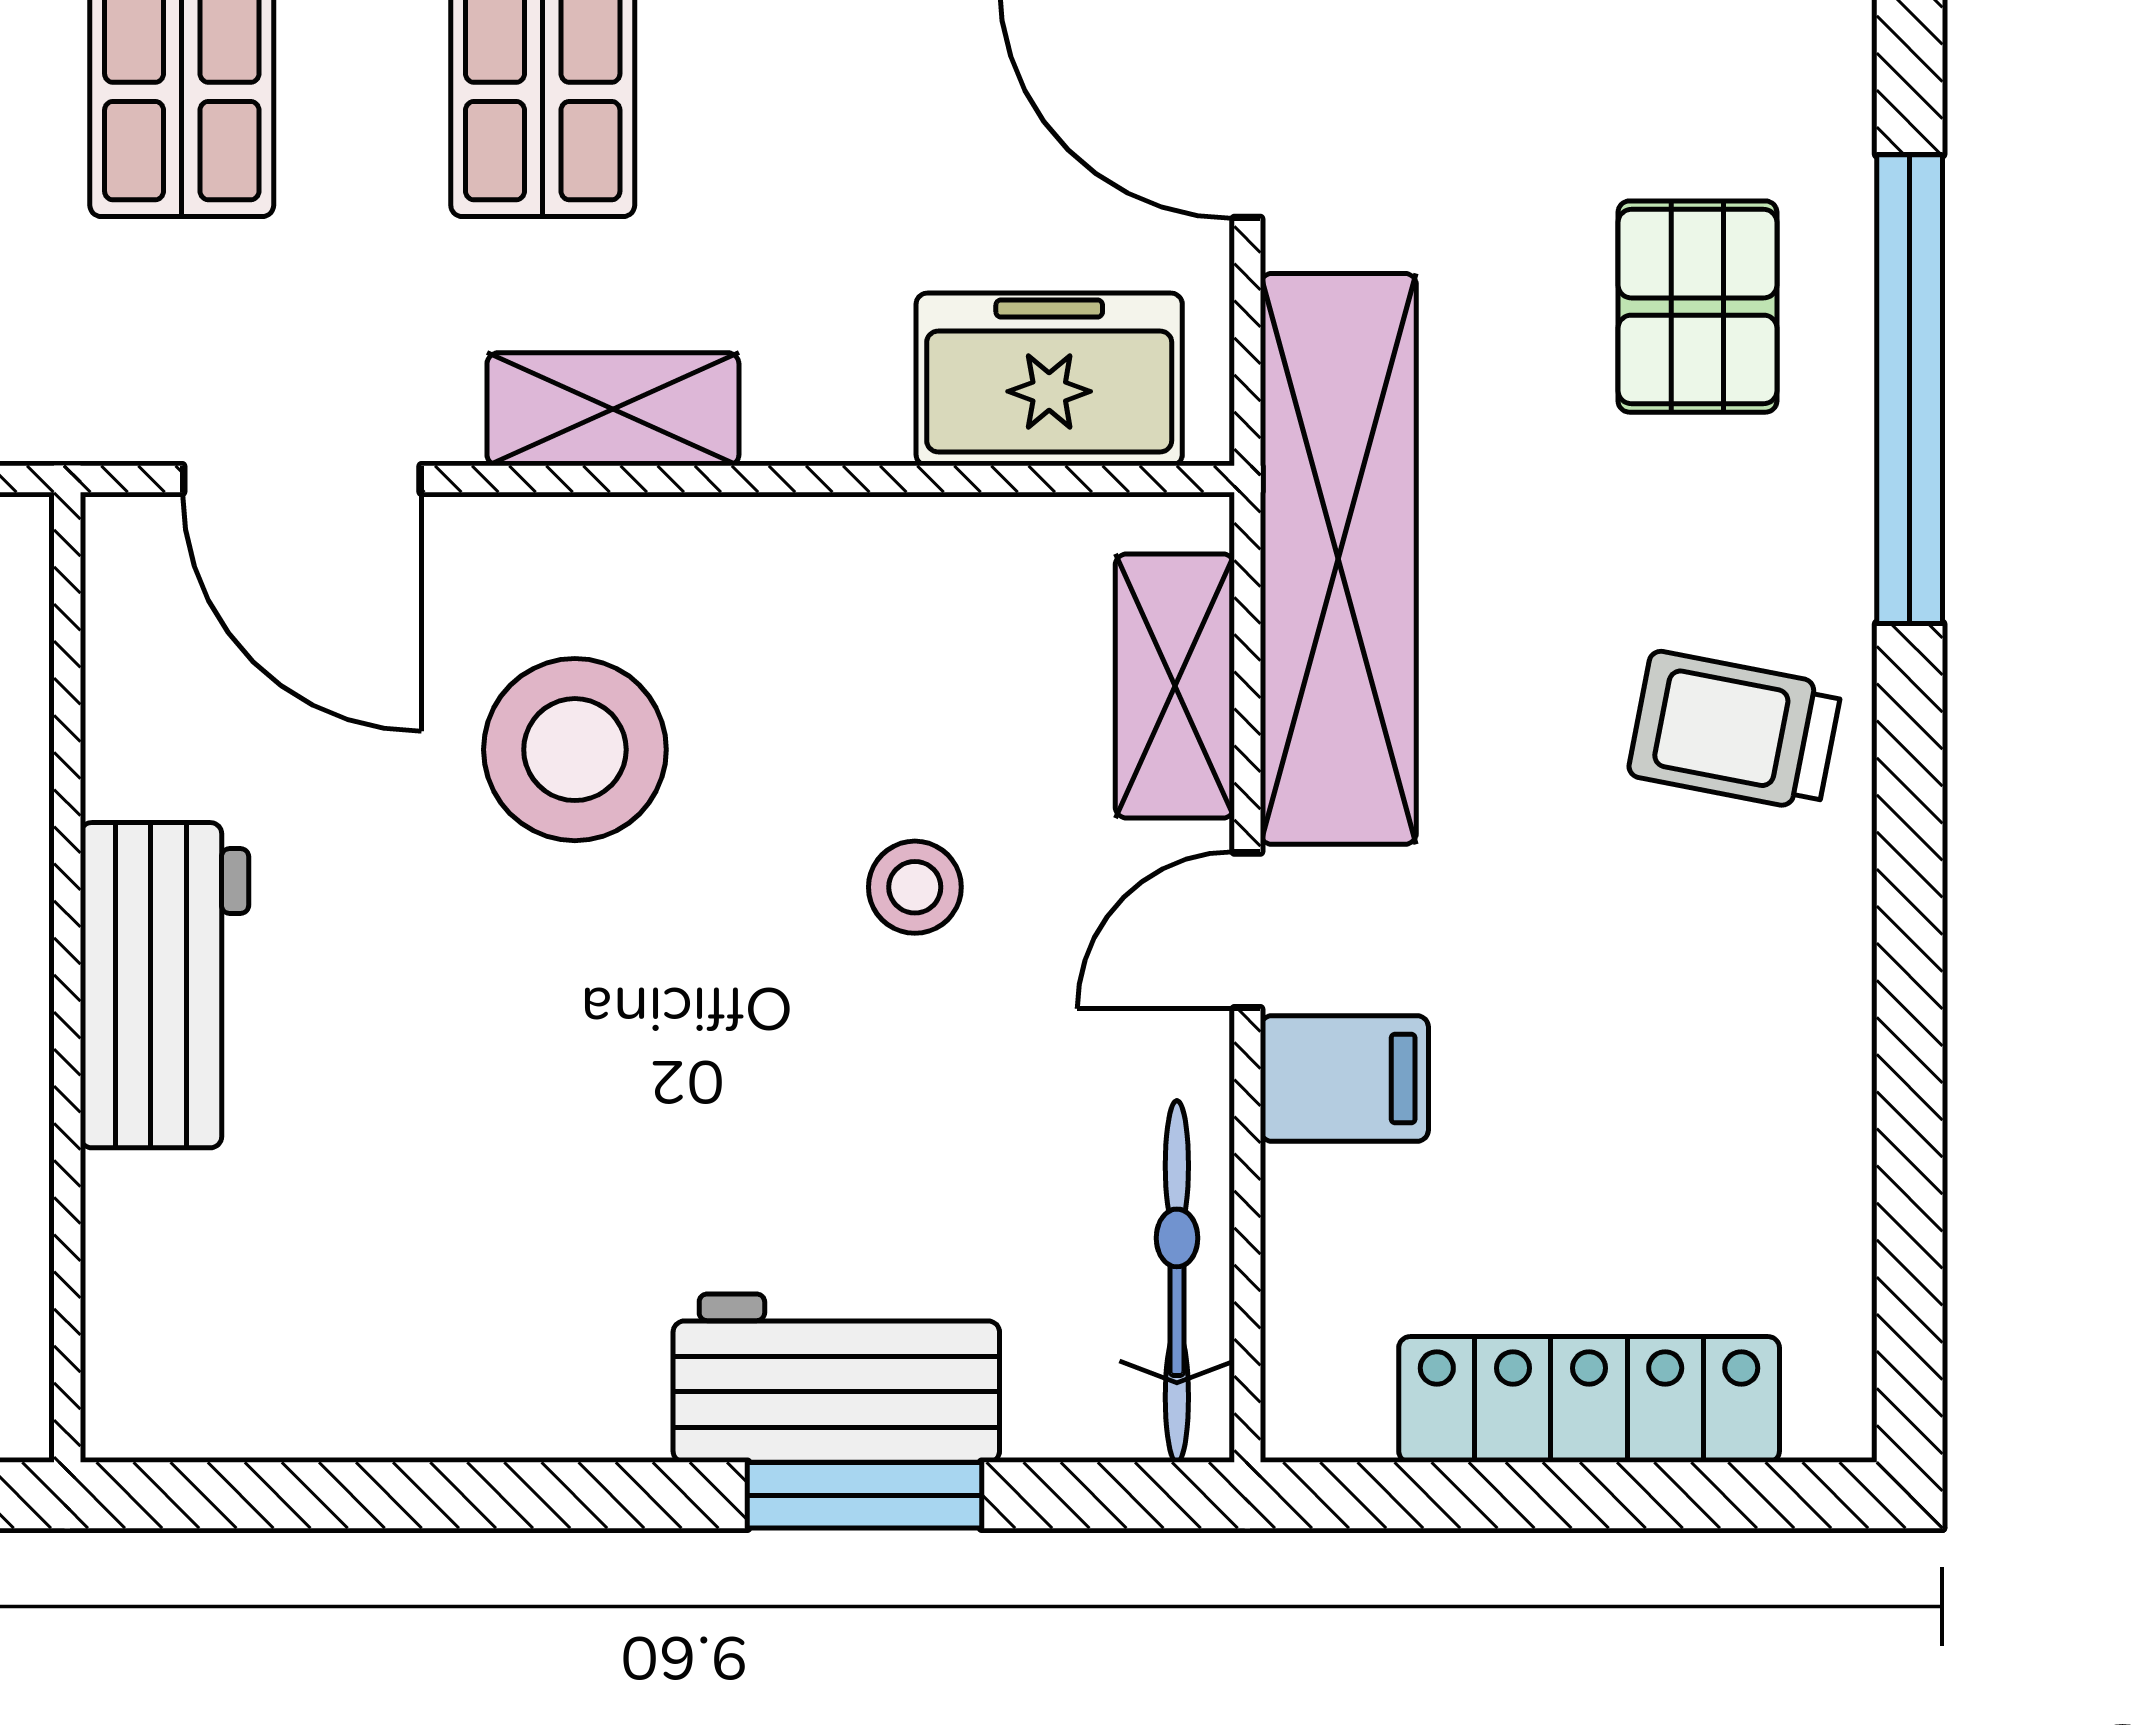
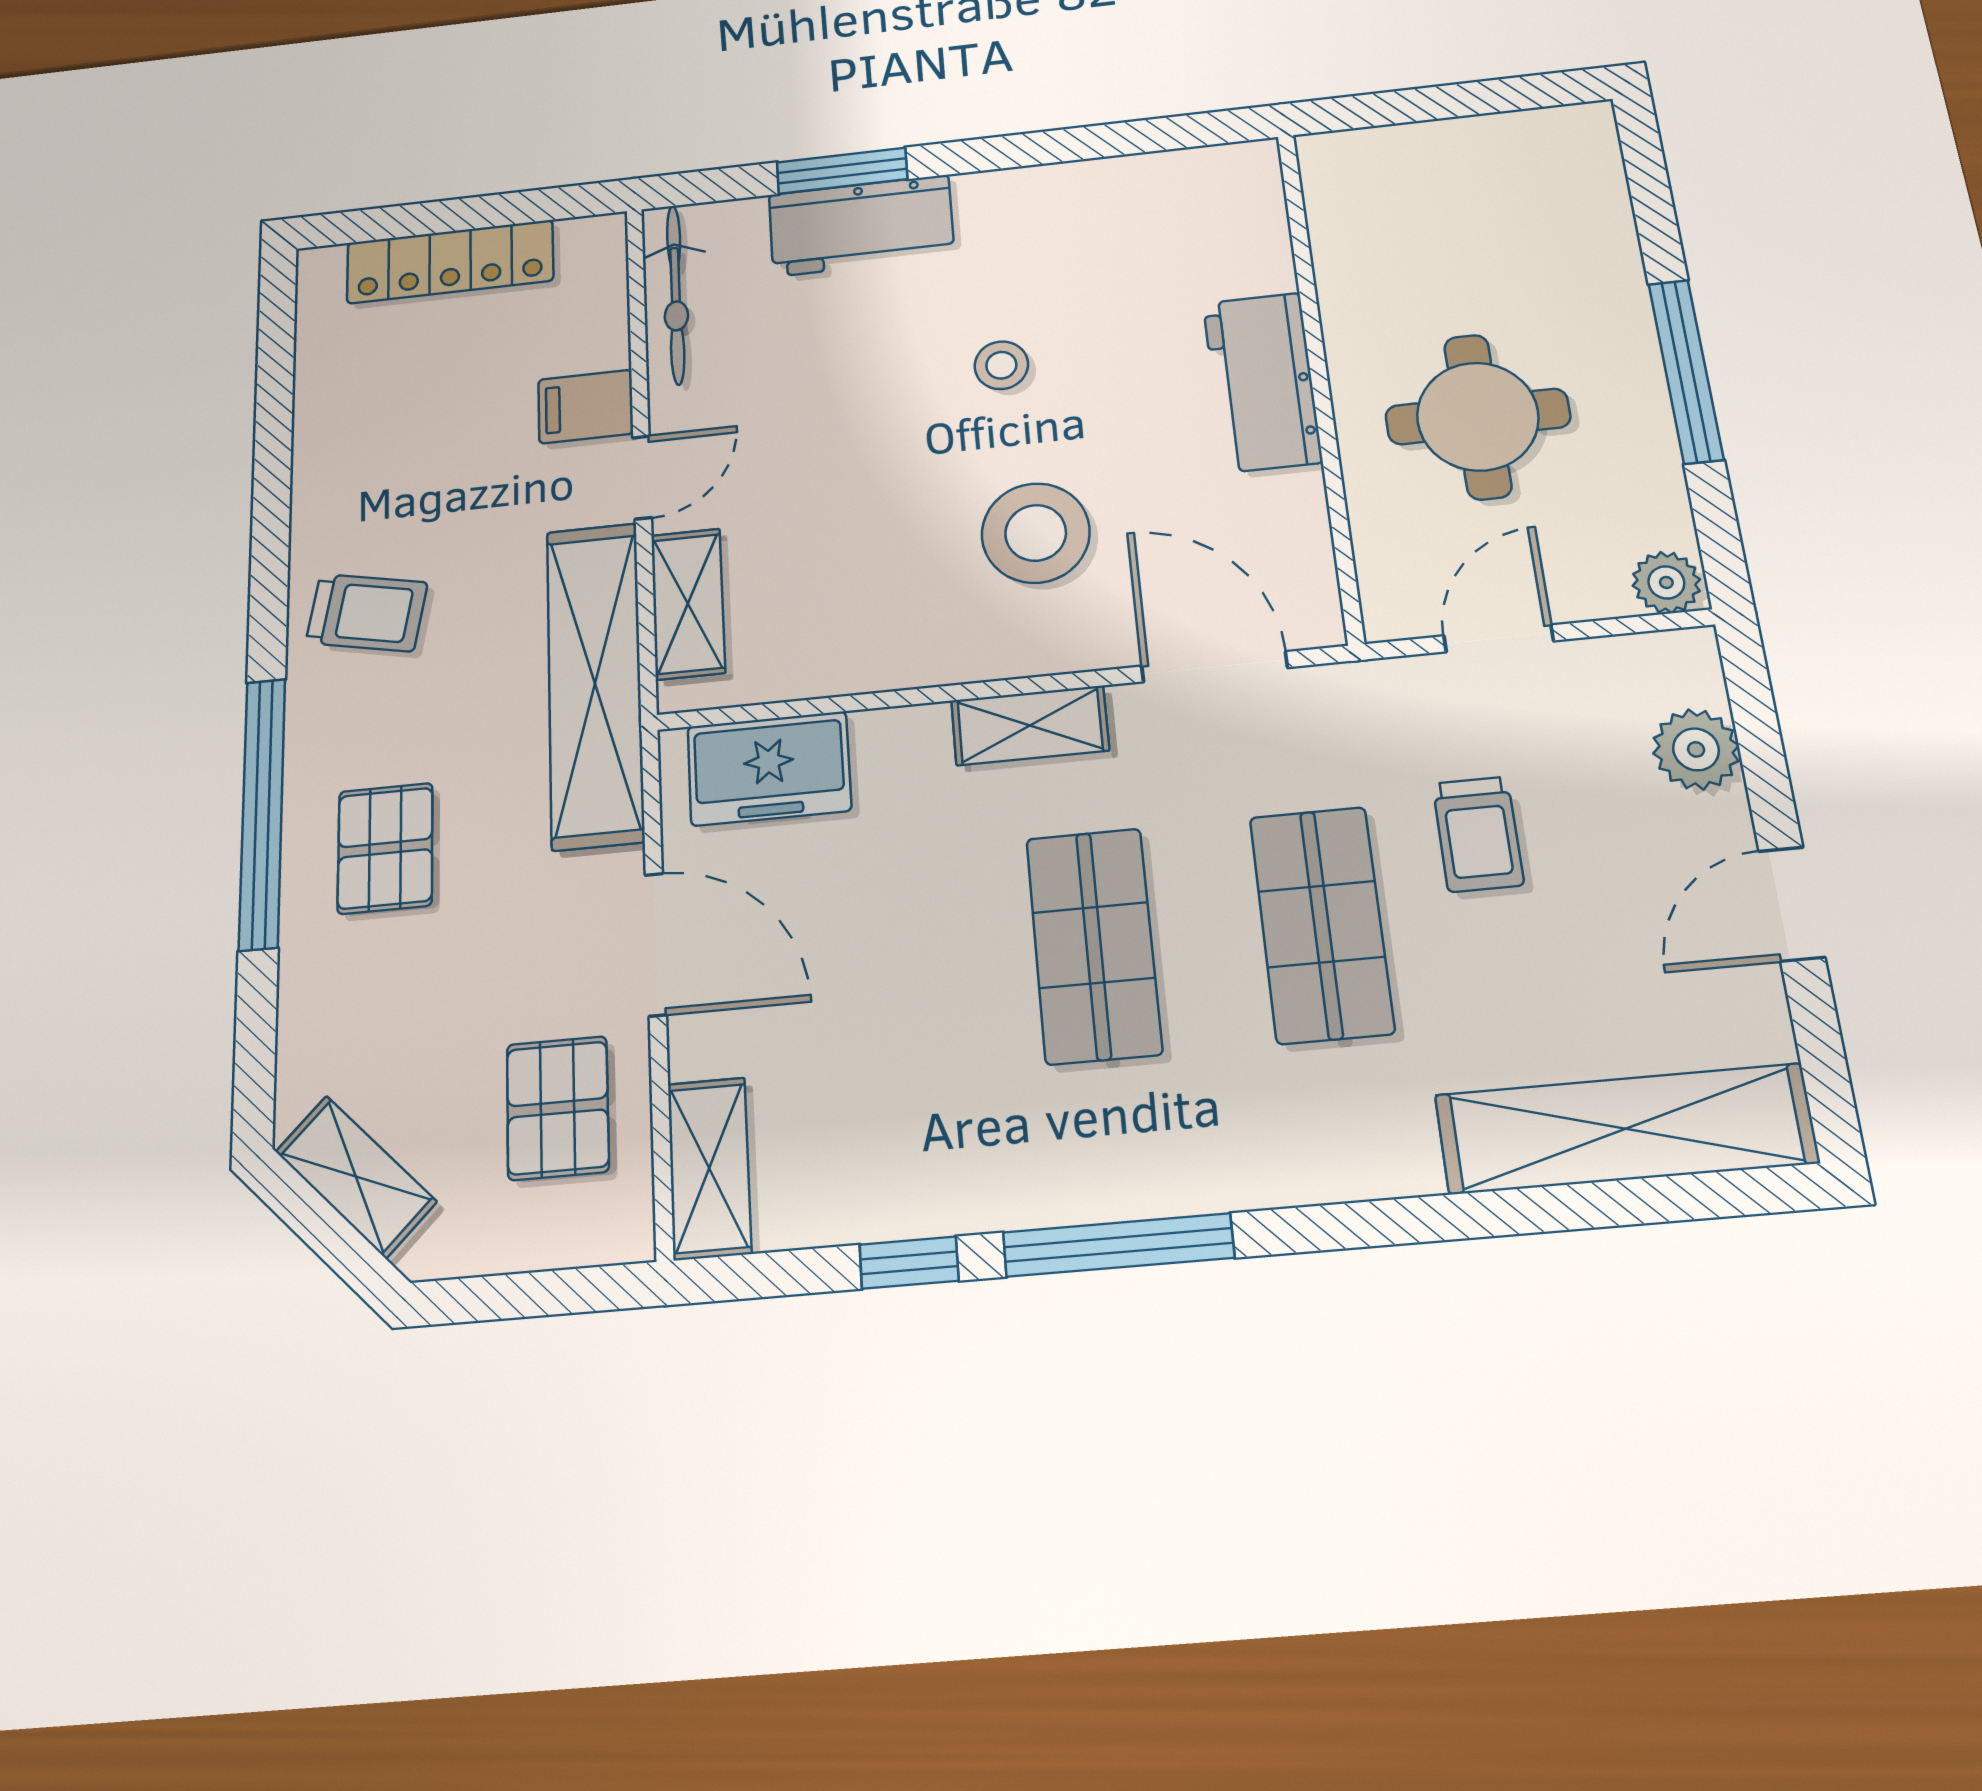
stool: (915, 887) -> (1001, 365), moved

